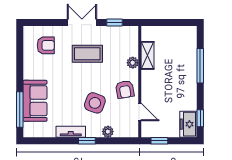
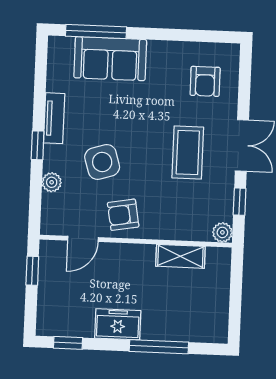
plant: (133, 63) -> (222, 232), moved
side table: (95, 103) -> (102, 162), turned -37
freezer: (188, 124) -> (118, 324), moved

